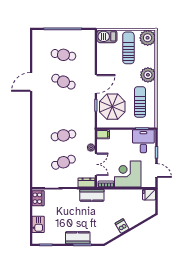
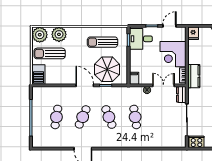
plant: (148, 75) -> (59, 34), moved
cafe table: (63, 162) -> (109, 117), moved
kitchen counter: (92, 195) -> (194, 76), moved

